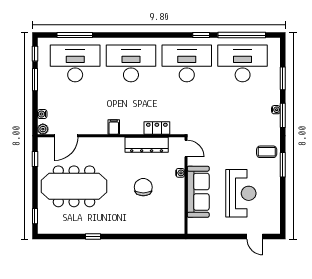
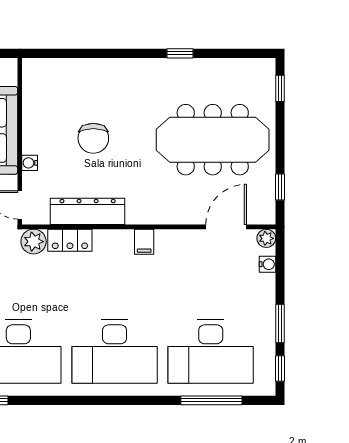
plant: (178, 127) -> (34, 242), added

